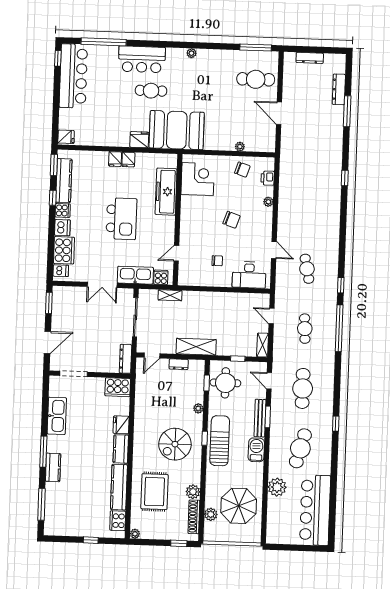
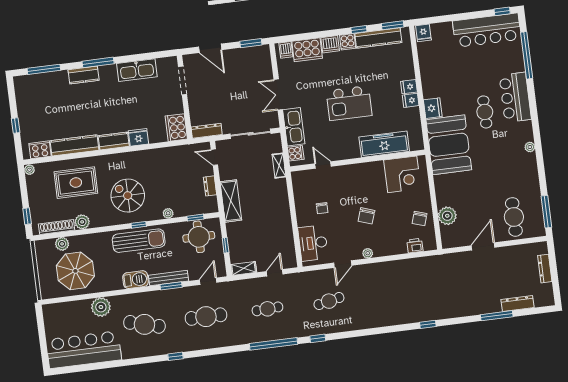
plant: (240, 147) -> (447, 216), width x1.87, depth x1.87
plant: (268, 202) -> (368, 253), moved

